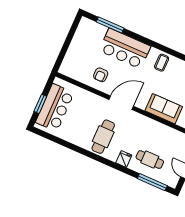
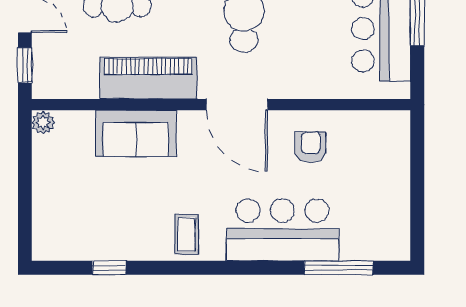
door: (121, 103) -> (237, 105), hinge flipped
piano: (150, 127) -> (148, 78), added

